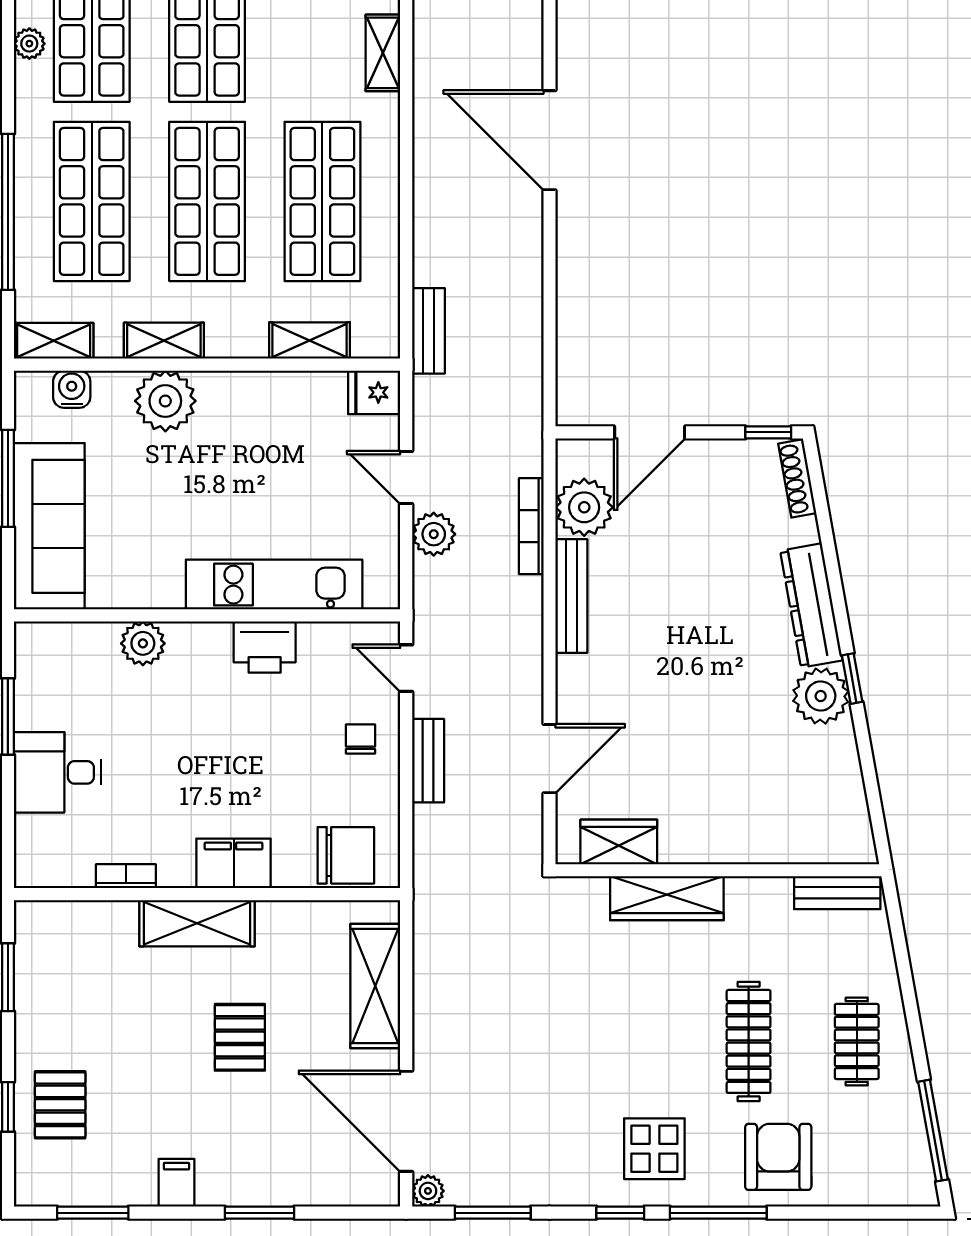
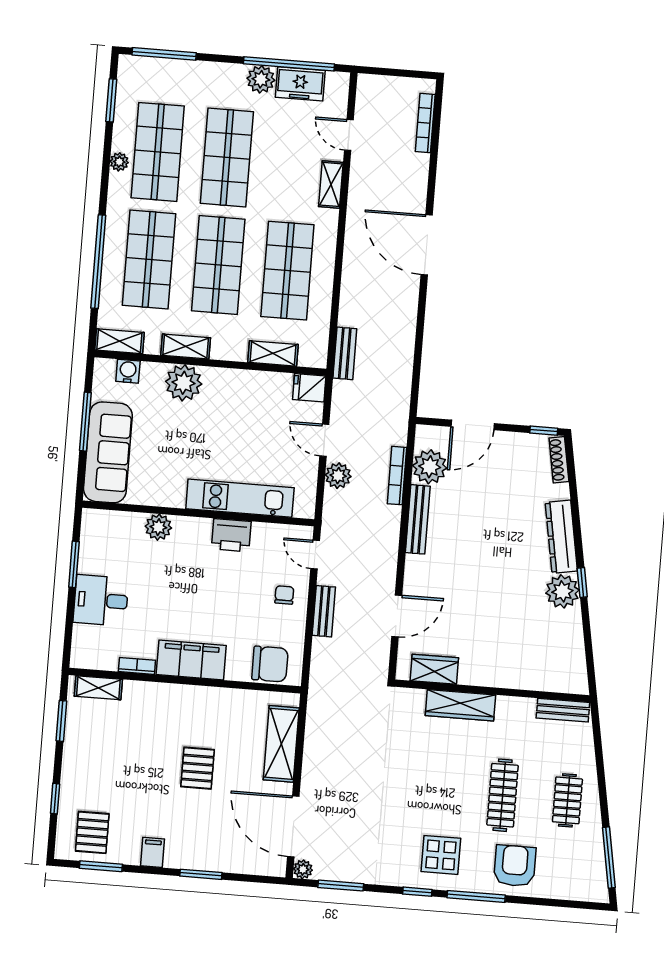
filing cabinet: (234, 863) -> (191, 660), width x1.50, depth x1.17
shelving: (197, 923) -> (98, 688), moved, width x0.67, depth x0.75
pallet: (60, 1105) -> (92, 832), moved

